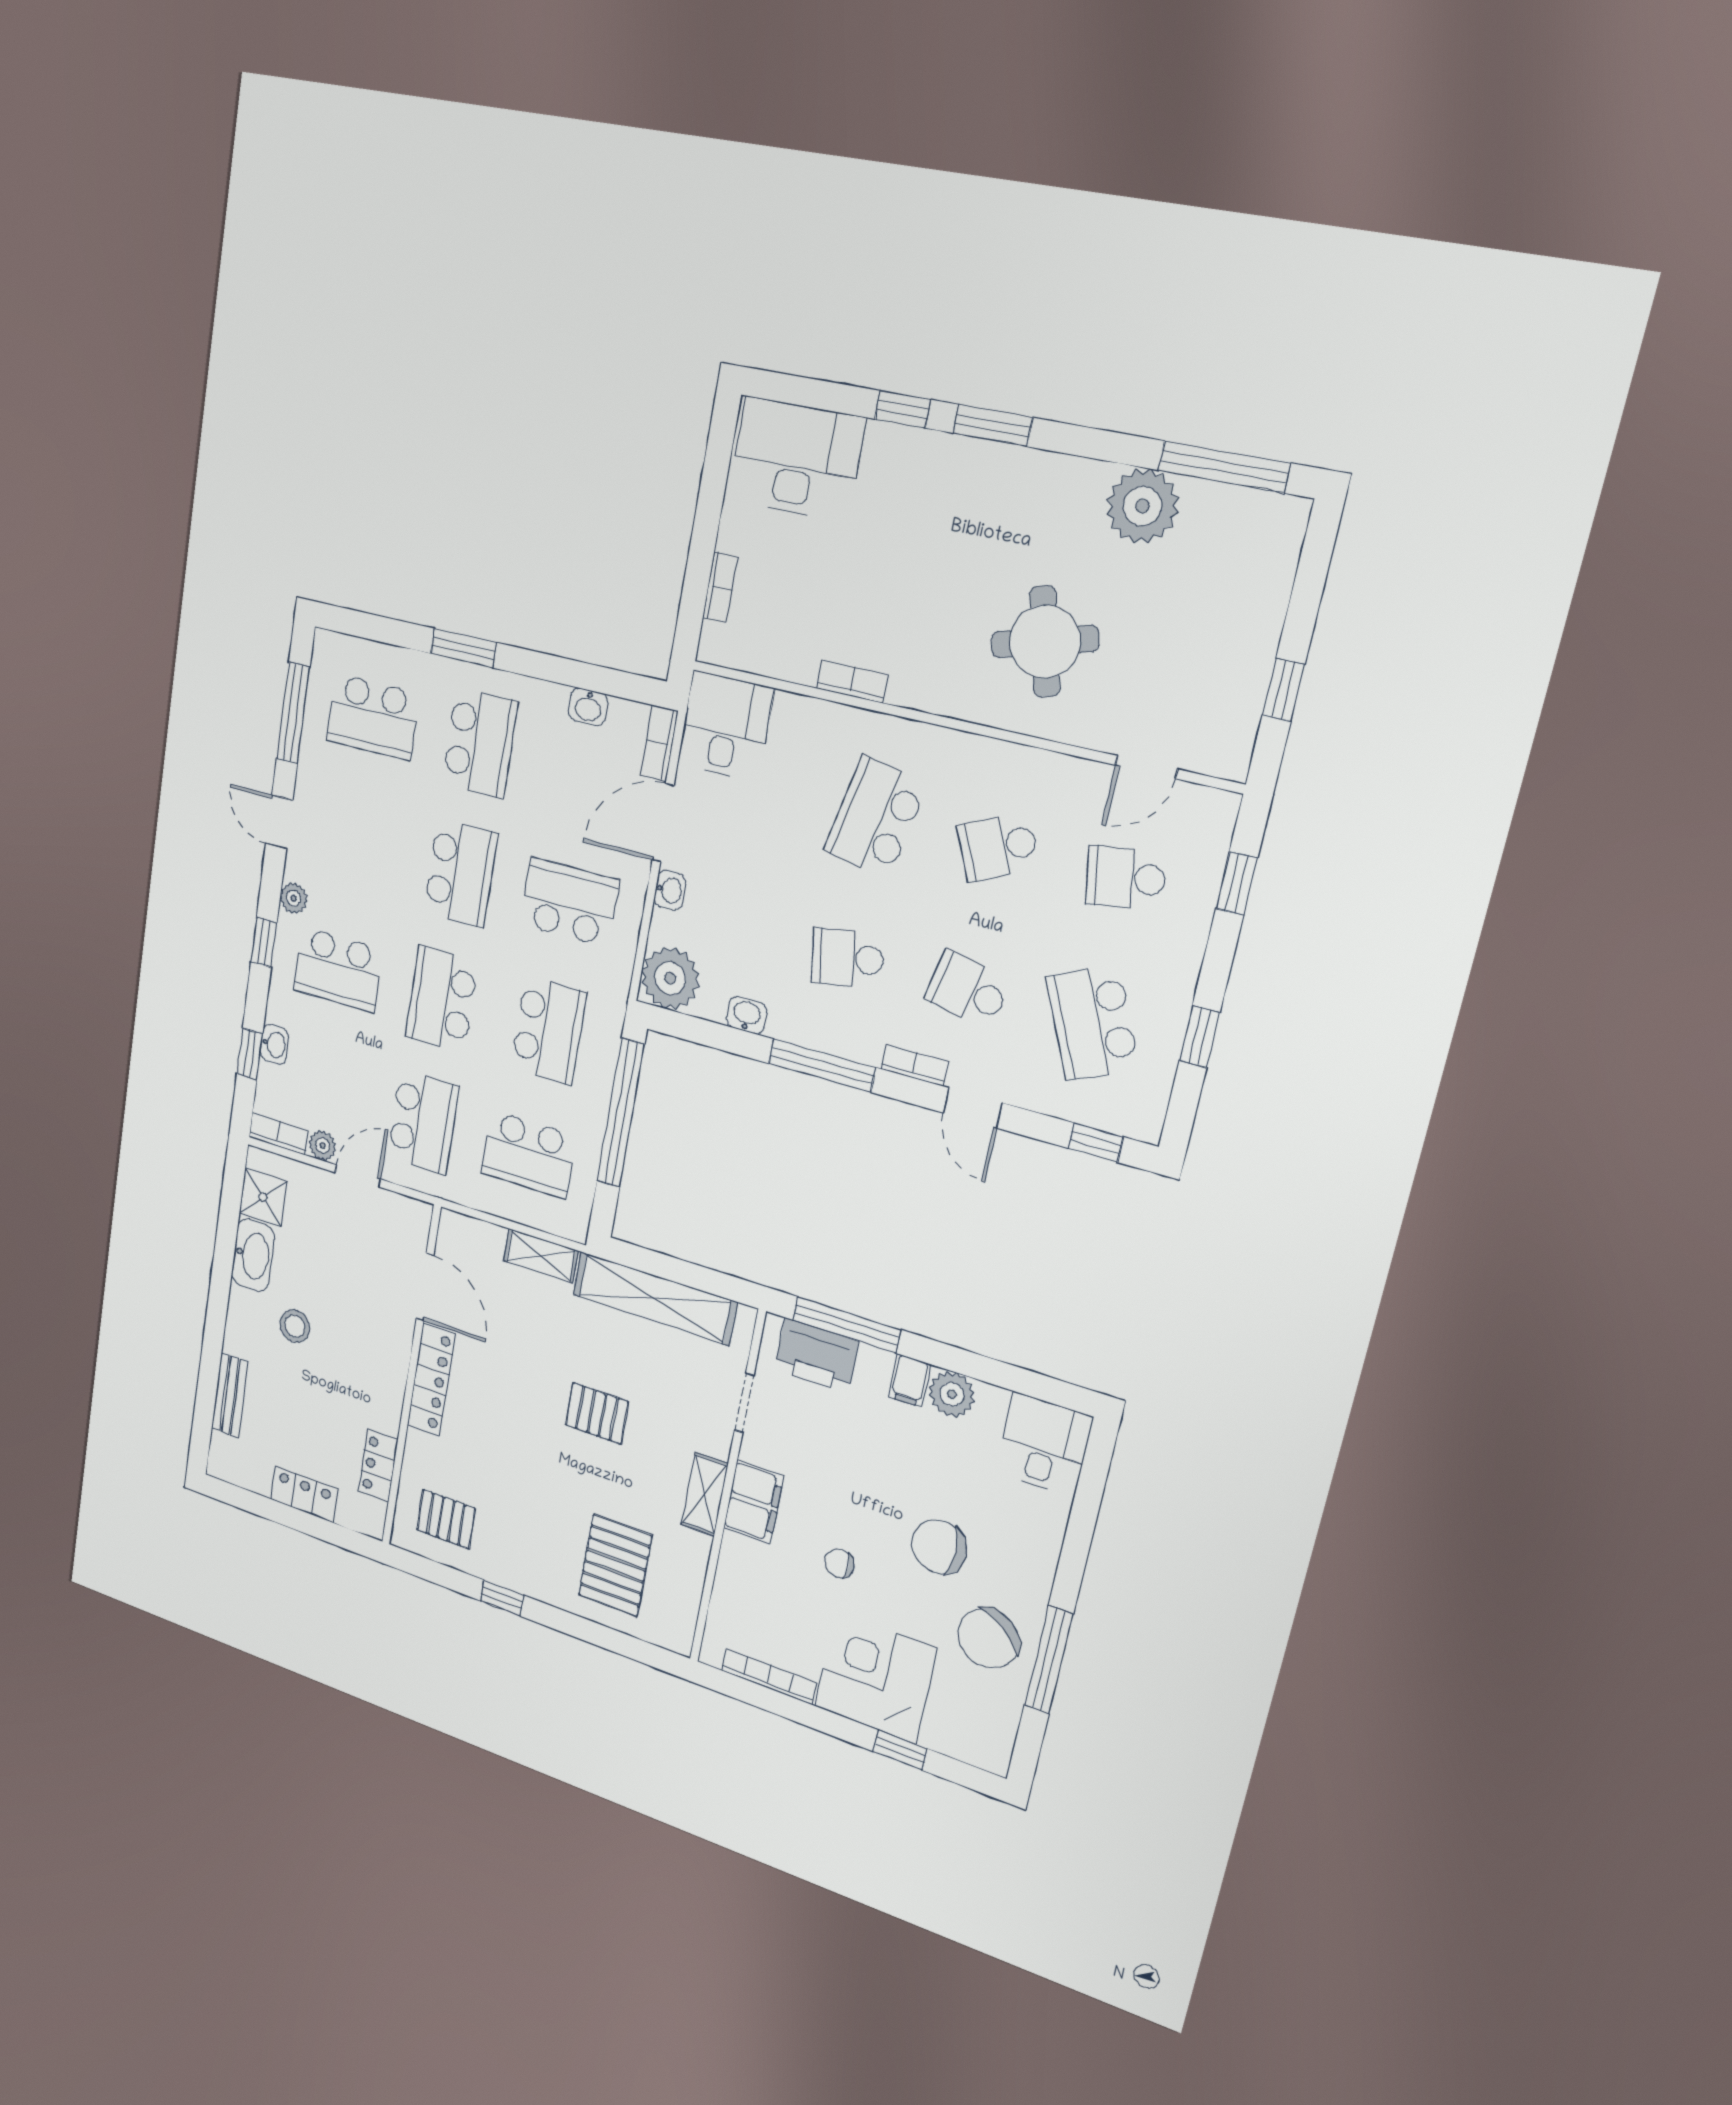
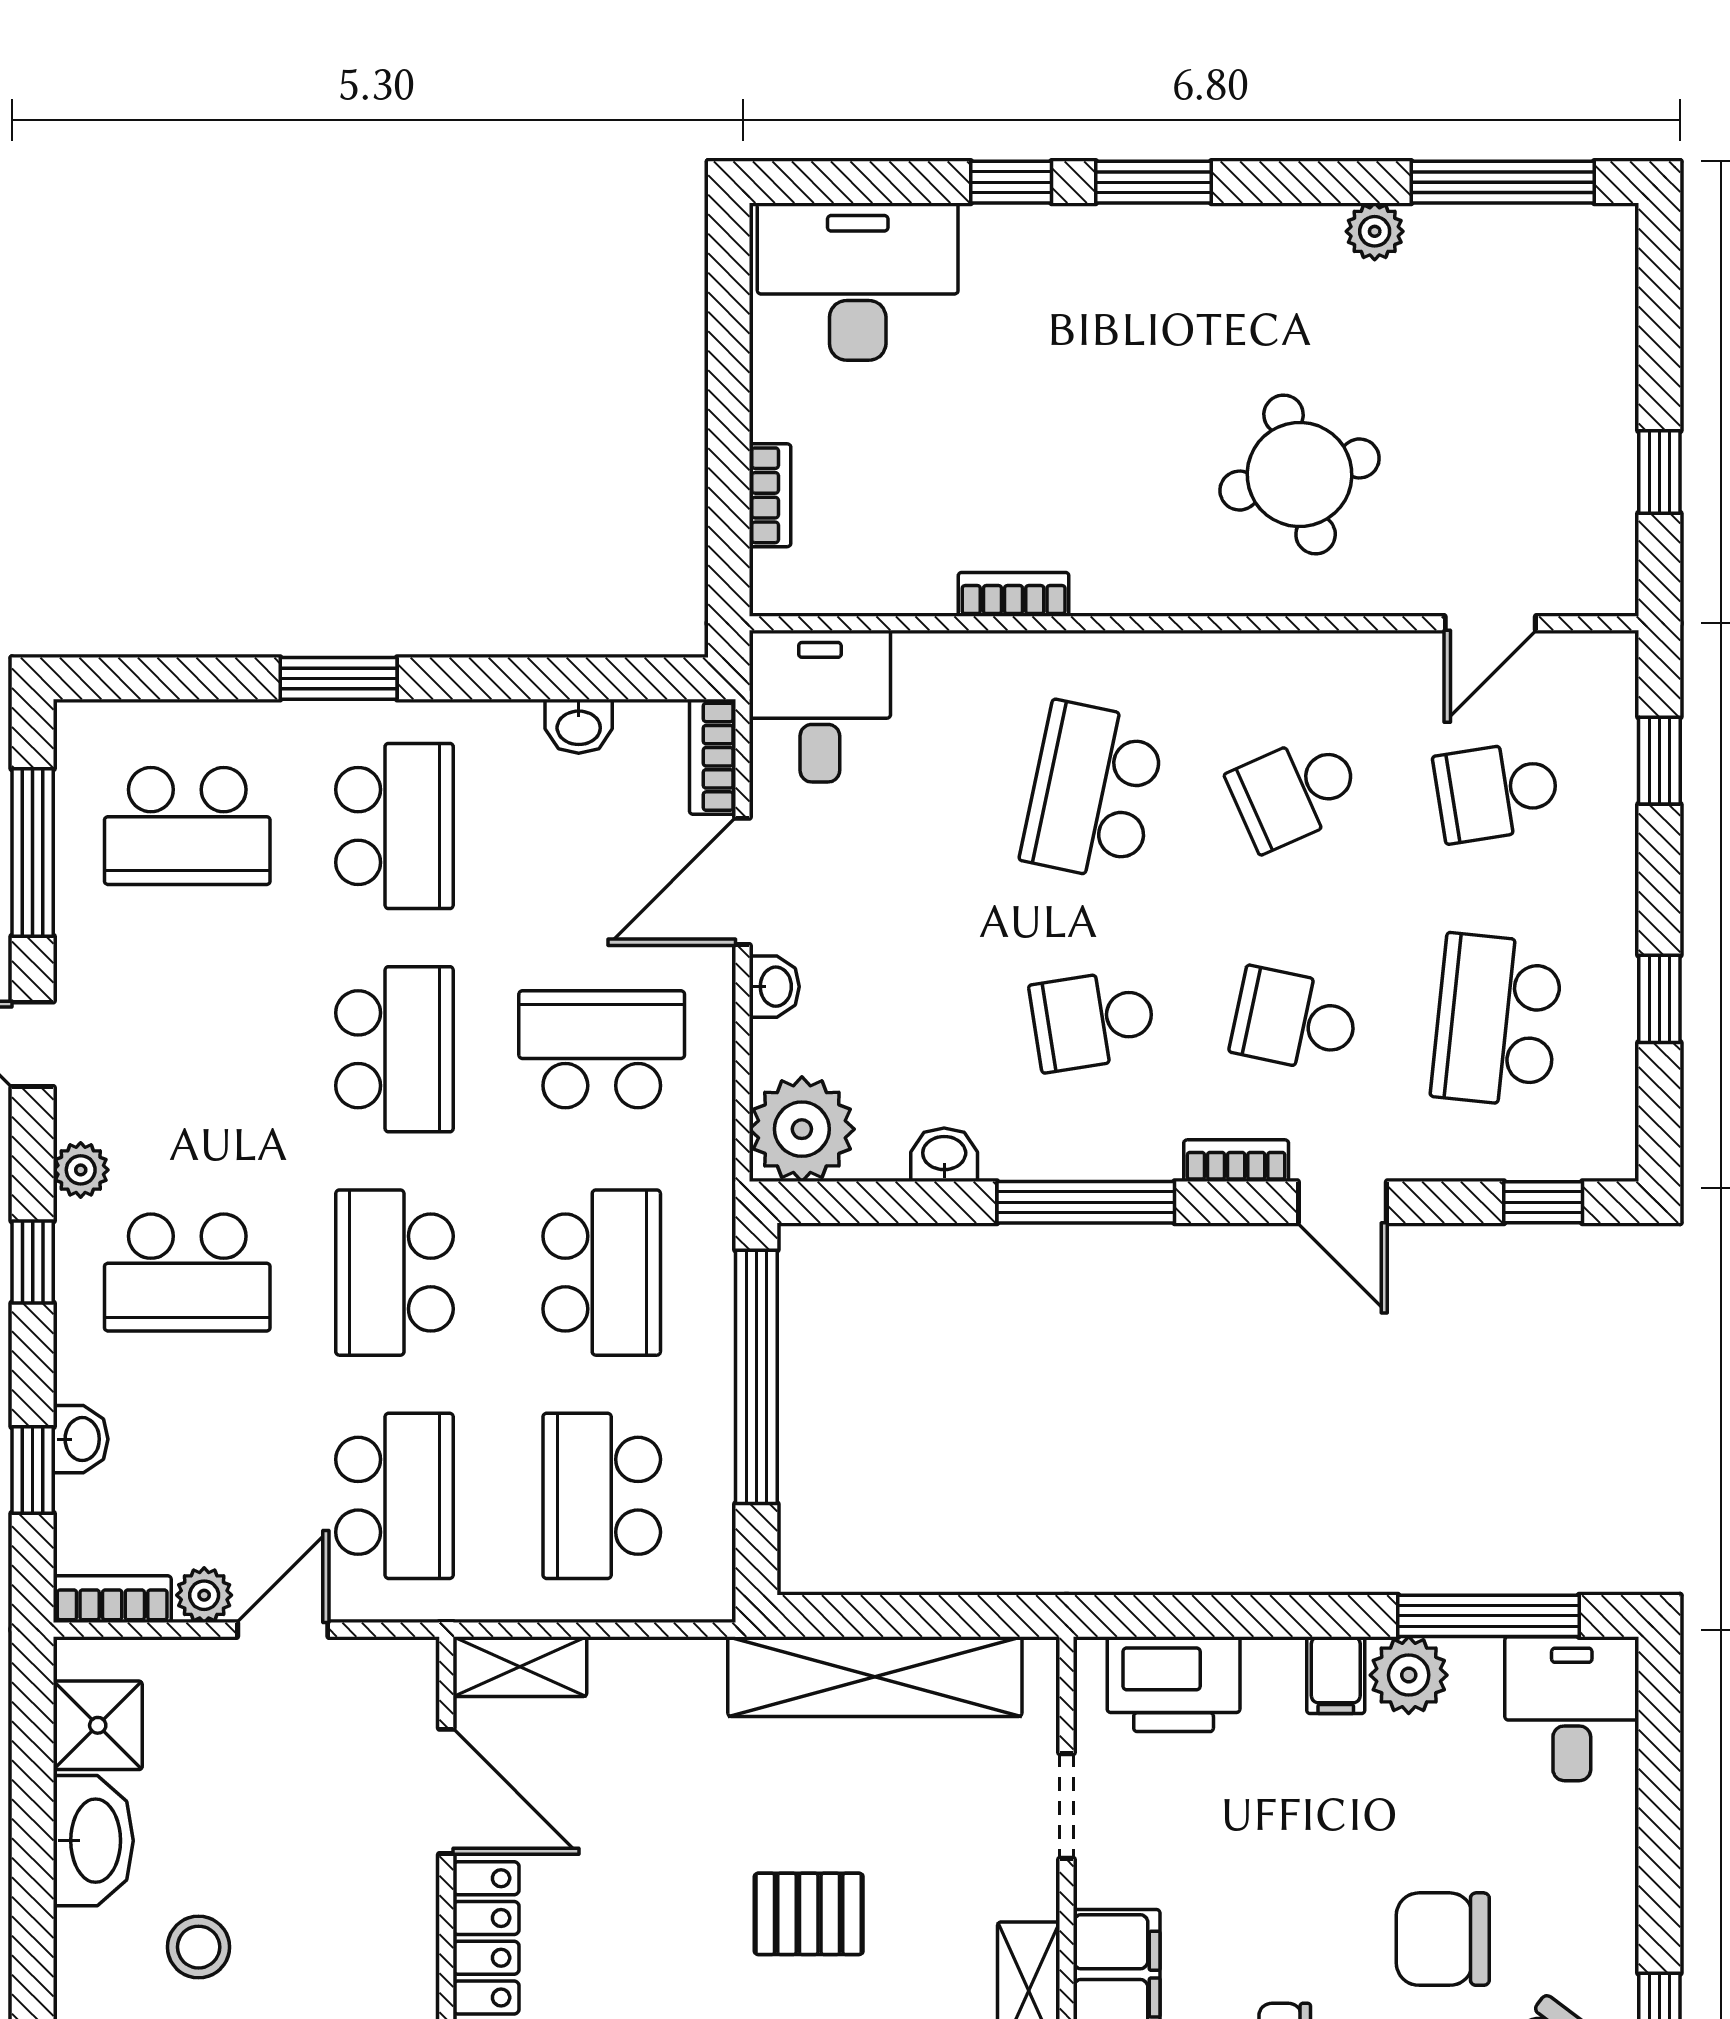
plant: (1142, 506) -> (1375, 231), width x0.53, depth x0.53
school desk: (1092, 1023) -> (1497, 1020), turned 30
school desk: (528, 1154) -> (602, 1496), turned 90
shelving: (541, 1256) -> (520, 1667), moved
window: (846, 1325) -> (1489, 1616), moved

